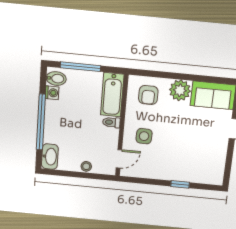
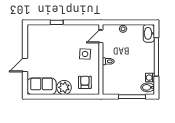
bathtub: (112, 95) -> (109, 80), removed

